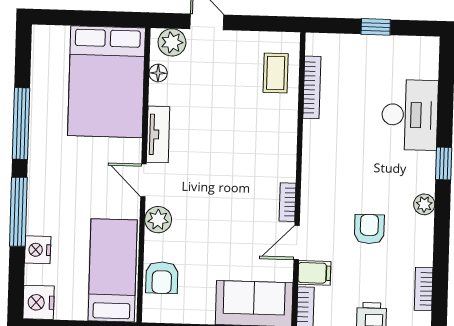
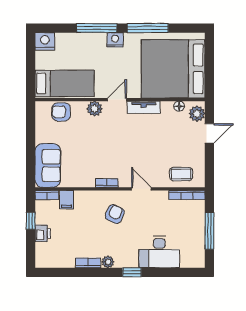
window: (376, 27) -> (209, 231), width x2.17
bed: (107, 82) -> (173, 69), width x1.36
bookcase: (312, 87) -> (187, 195), moved
armchair: (369, 229) -> (115, 214), moved, turned -66
door: (297, 243) -> (141, 189), moved
nightstand: (38, 250) -> (115, 40), moved
bookcase: (424, 289) -> (88, 263), moved

